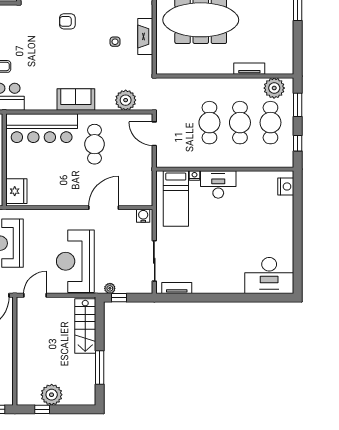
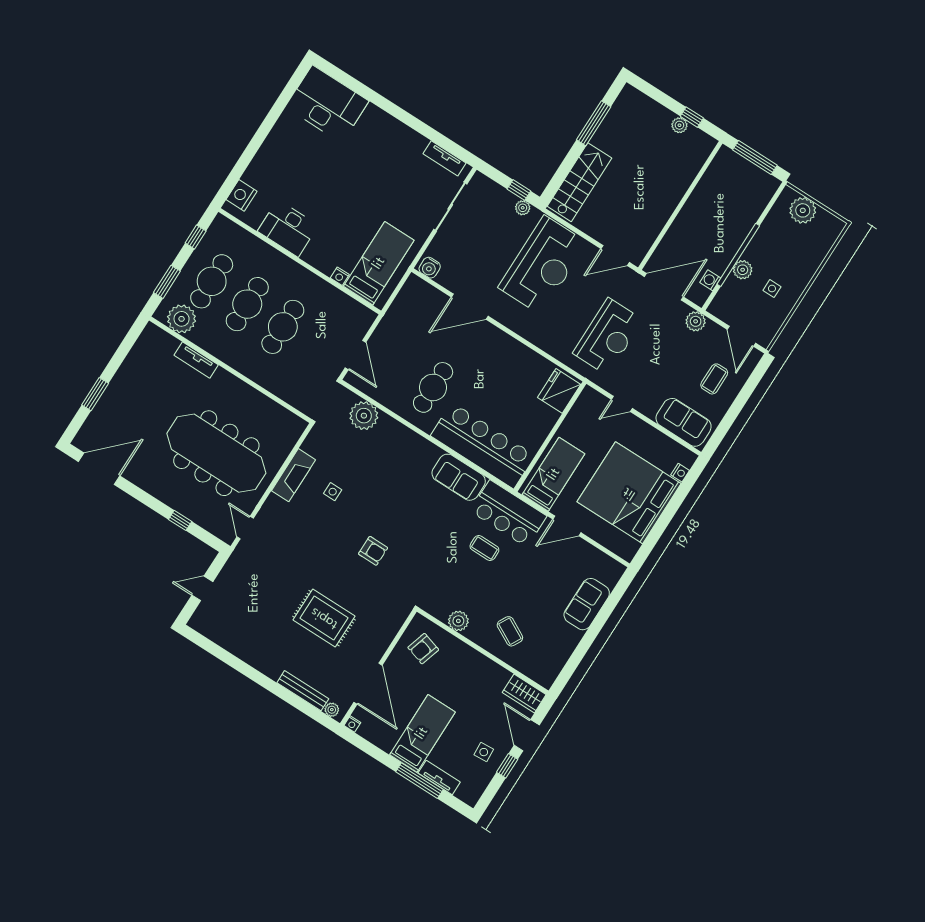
sofa: (76, 100) -> (459, 477), moved
desk: (218, 184) -> (288, 228), moved
plant: (52, 395) -> (679, 125), width x0.53, depth x0.53

